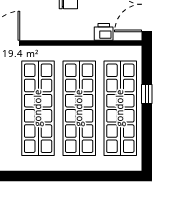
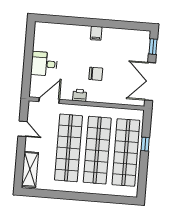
printer: (104, 32) -> (80, 95), moved

